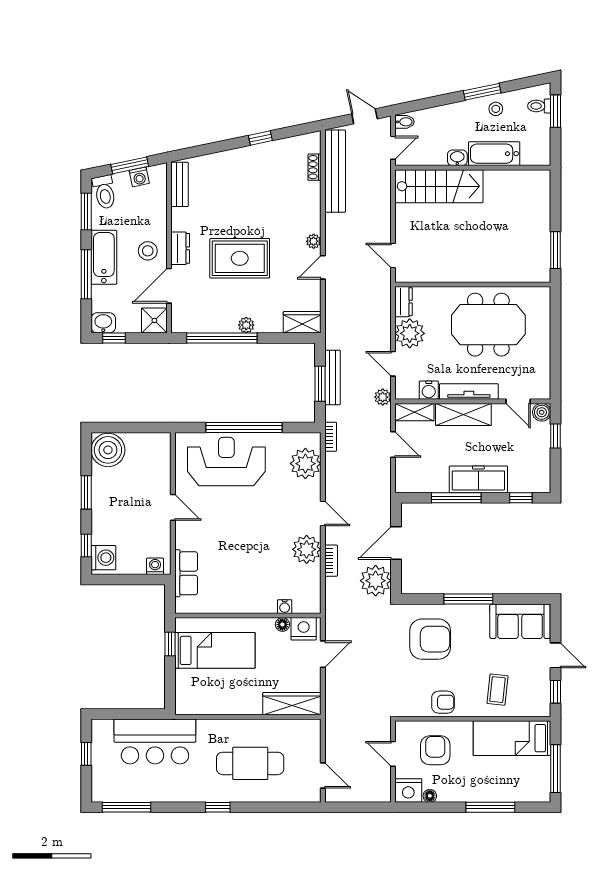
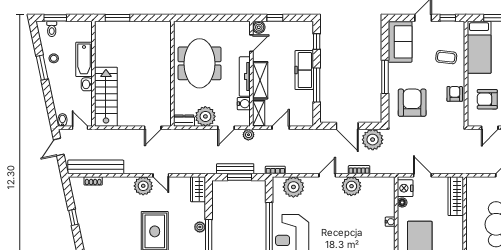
plant: (314, 241) -> (143, 186), width x1.88, depth x1.88
window: (556, 250) -> (117, 18), moved
water cooler: (285, 607) -> (390, 222), moved

